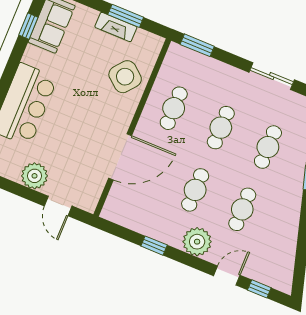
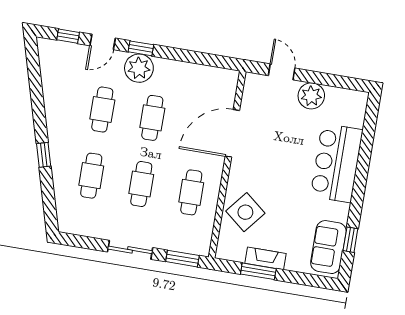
sliding door: (272, 76) -> (130, 250), moved
window: (154, 246) -> (141, 48), moved

